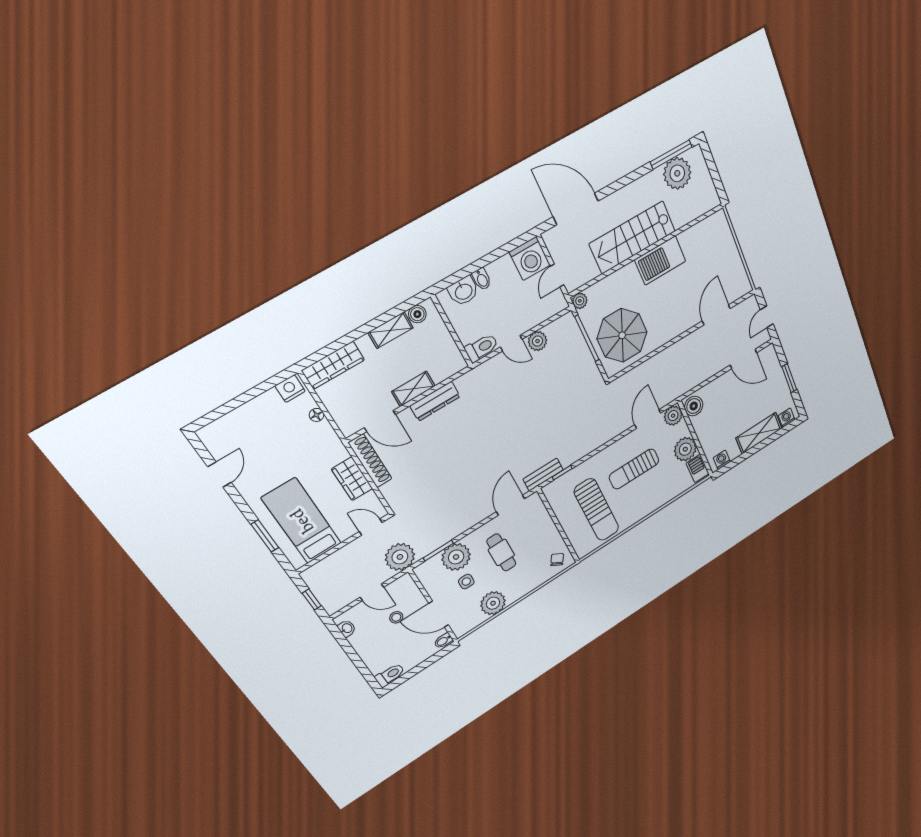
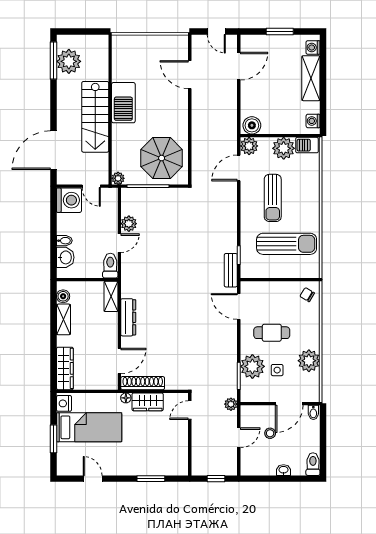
shelving: (413, 389) -> (111, 296), moved
window: (238, 402) -> (53, 439), added
floor lamp: (317, 415) -> (126, 398), moved
door: (648, 419) -> (239, 168), hinge flipped
bed: (302, 521) -> (89, 427), moved, turned 180
plant: (400, 557) -> (231, 404), width x0.53, depth x0.53
washbasin: (347, 628) -> (283, 470), moved

